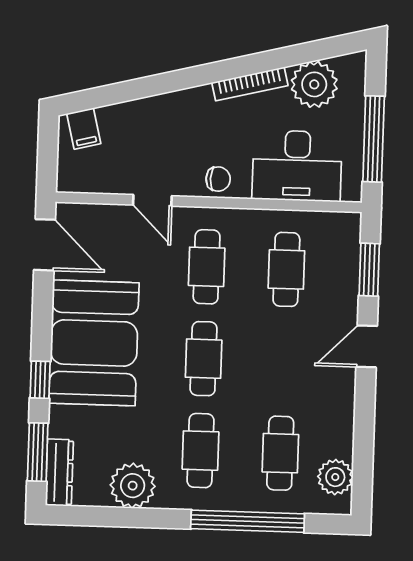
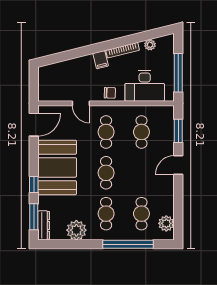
plant: (314, 84) -> (150, 45), width x0.53, depth x0.53
filing cabinet: (84, 129) -> (101, 60), moved
door: (45, 245) -> (34, 125), hinge flipped

